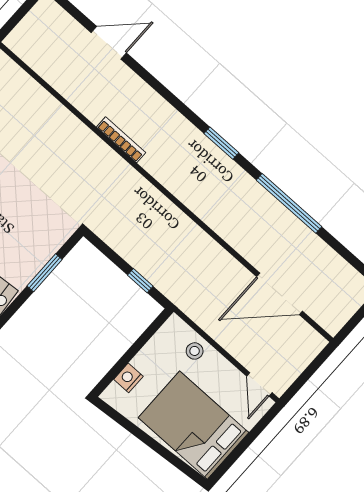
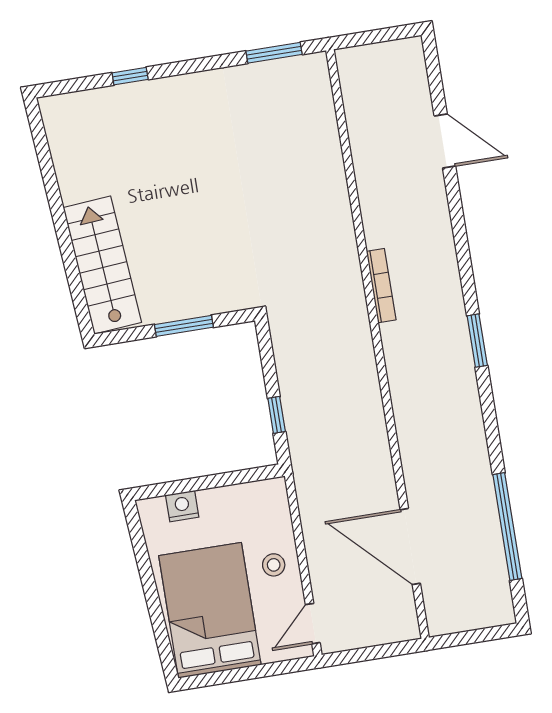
bookcase: (121, 140) -> (381, 286), moved
window: (289, 203) -> (507, 527), moved
stool: (195, 351) -> (274, 565), moved

